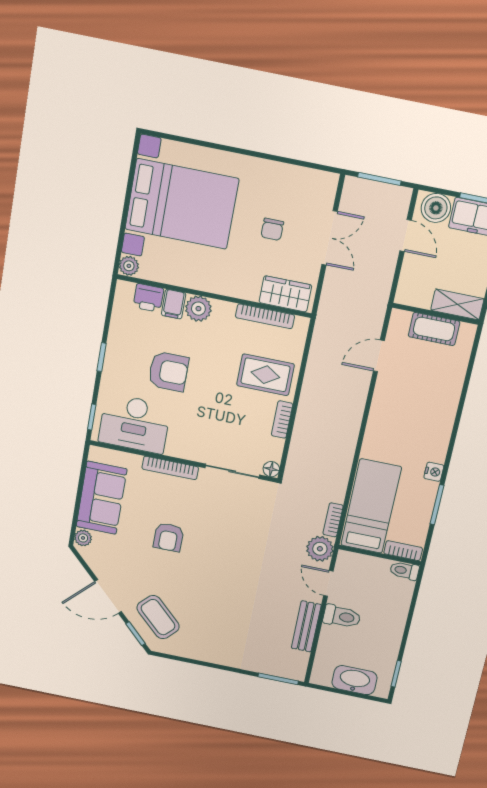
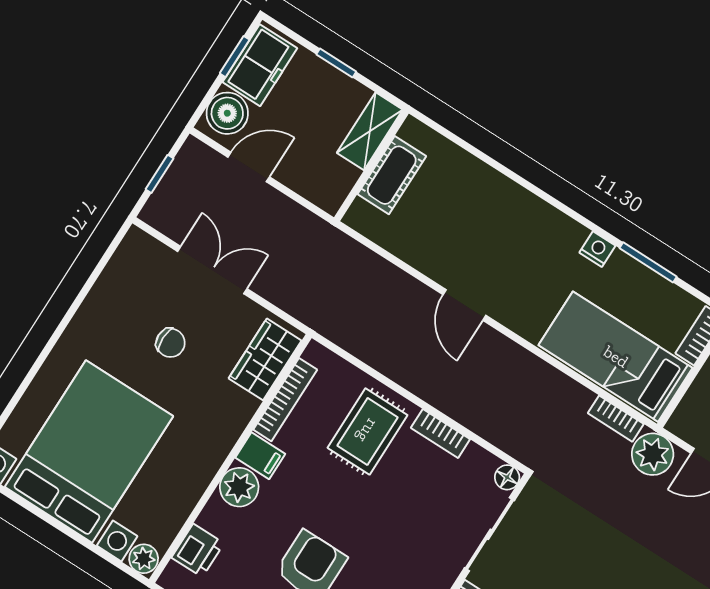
window: (379, 179) -> (160, 174), width x0.67
filing cabinet: (174, 304) -> (260, 456), moved
door: (379, 356) -> (464, 305), moved

